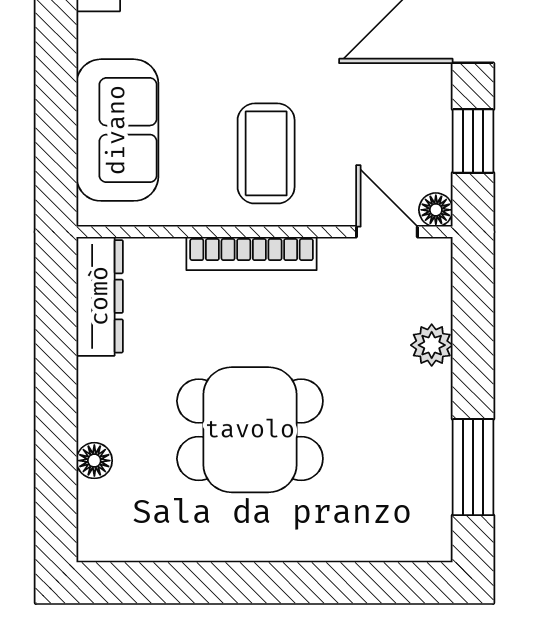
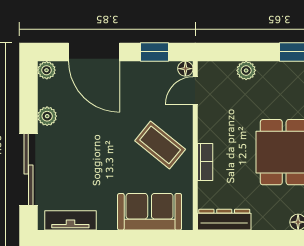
coffee table: (266, 153) -> (160, 145), turned 39
bookcase: (252, 254) -> (205, 162), width x0.64

